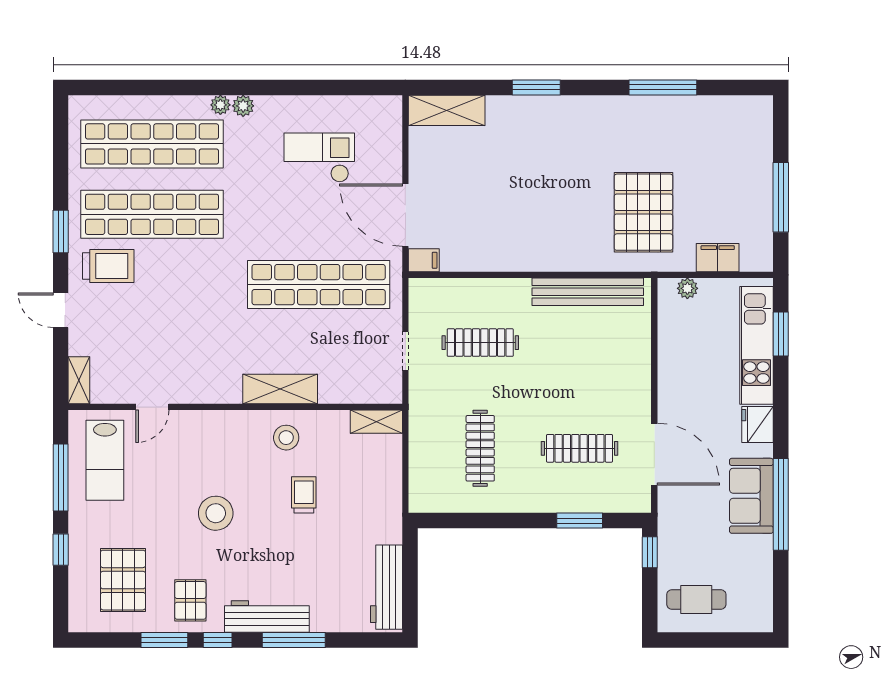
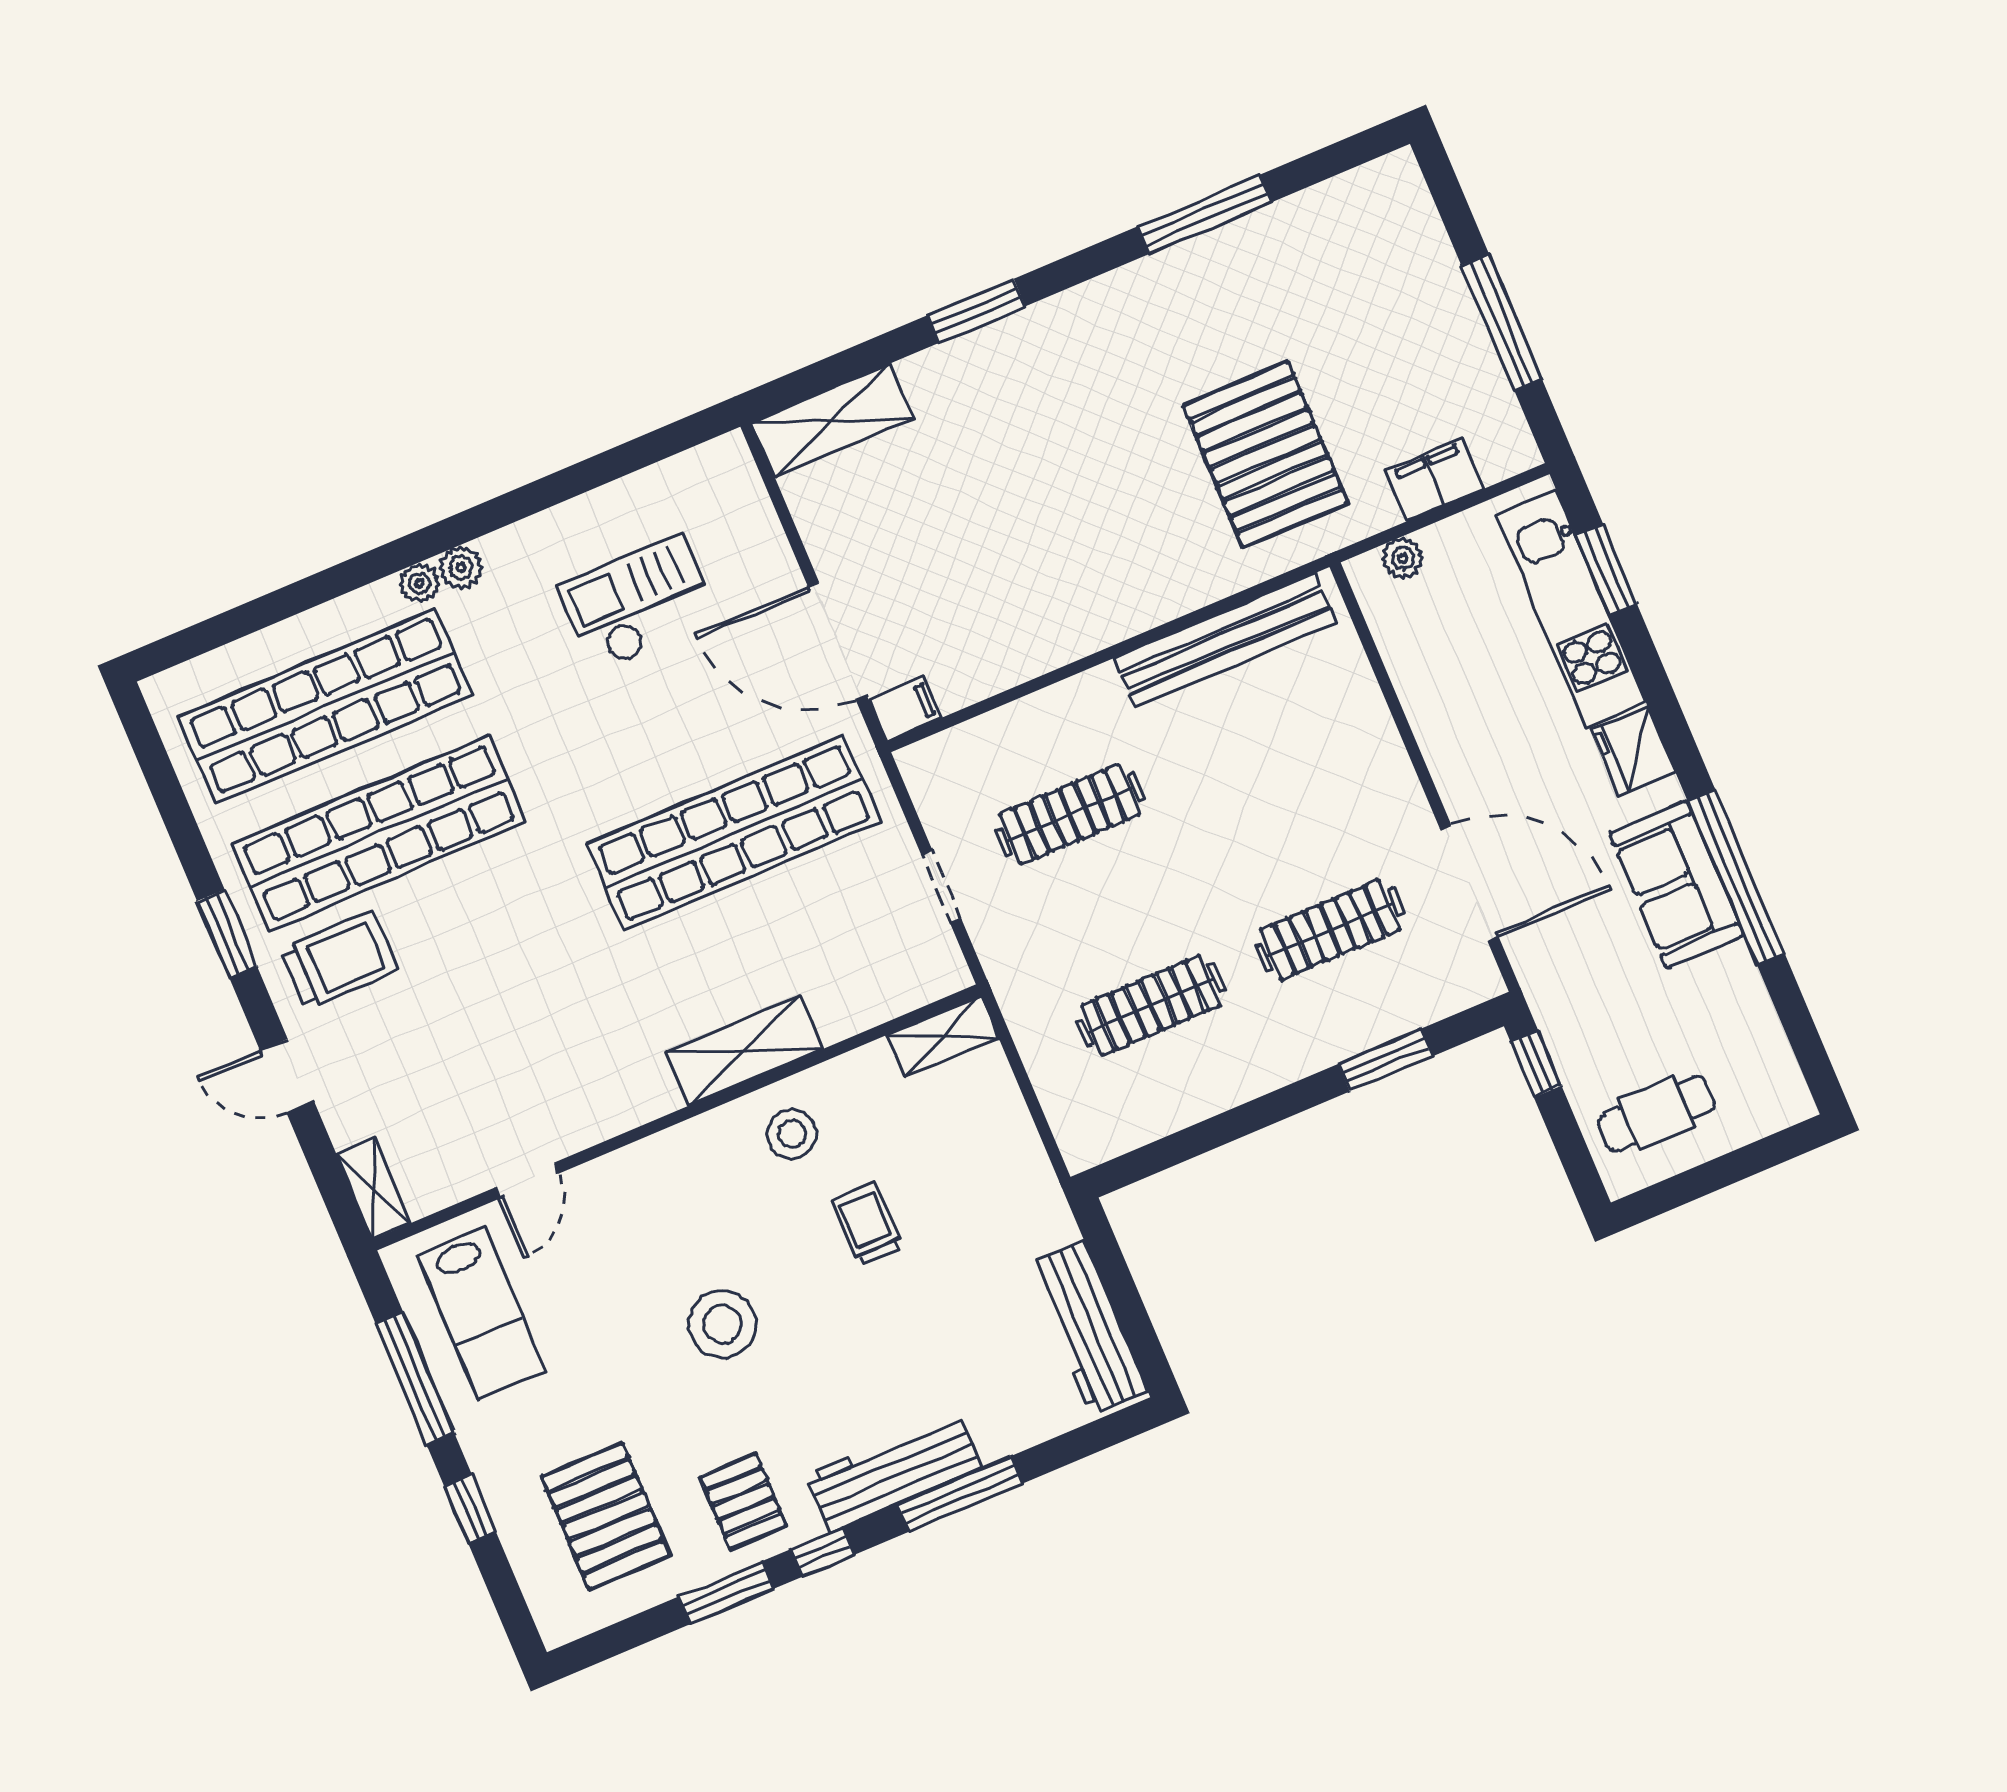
clothes rail: (480, 448) -> (1151, 1005), turned 90

